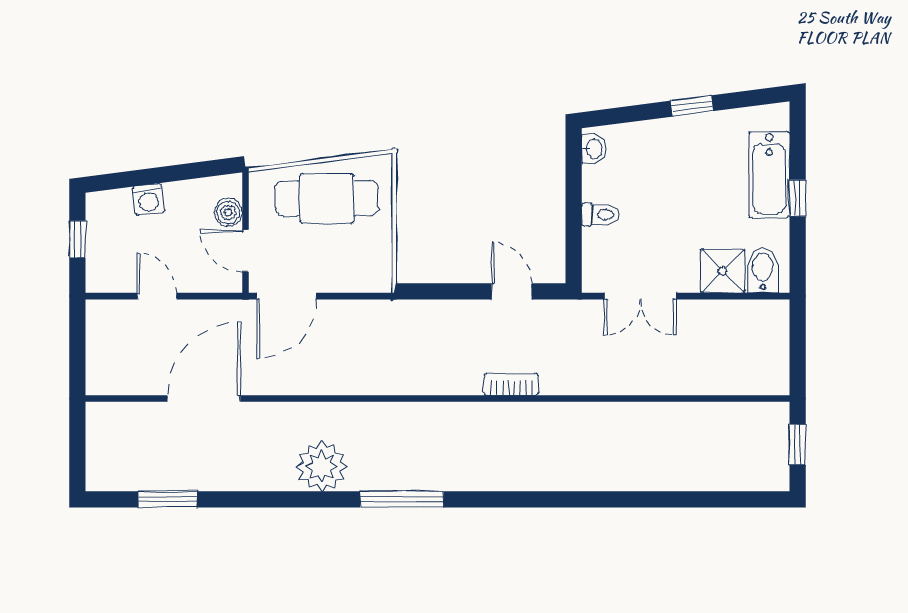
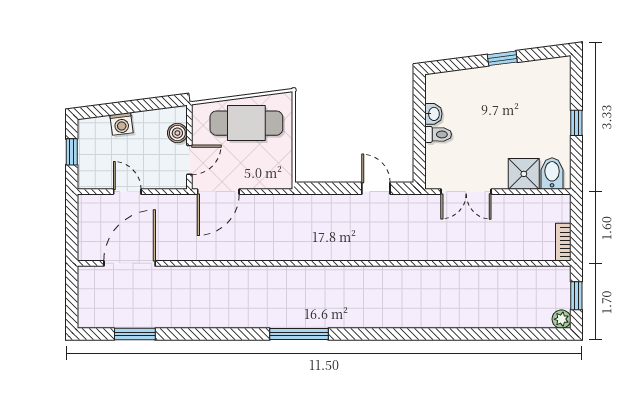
washbasin: (594, 149) -> (433, 114), moved
bathtub: (769, 175) -> (557, 106), removed
door: (245, 251) -> (189, 160), swing flipped
bookcase: (511, 384) -> (563, 242), moved, turned -90
door: (204, 399) -> (130, 263), moved
plant: (322, 466) -> (561, 319), moved, width x0.53, depth x0.53

